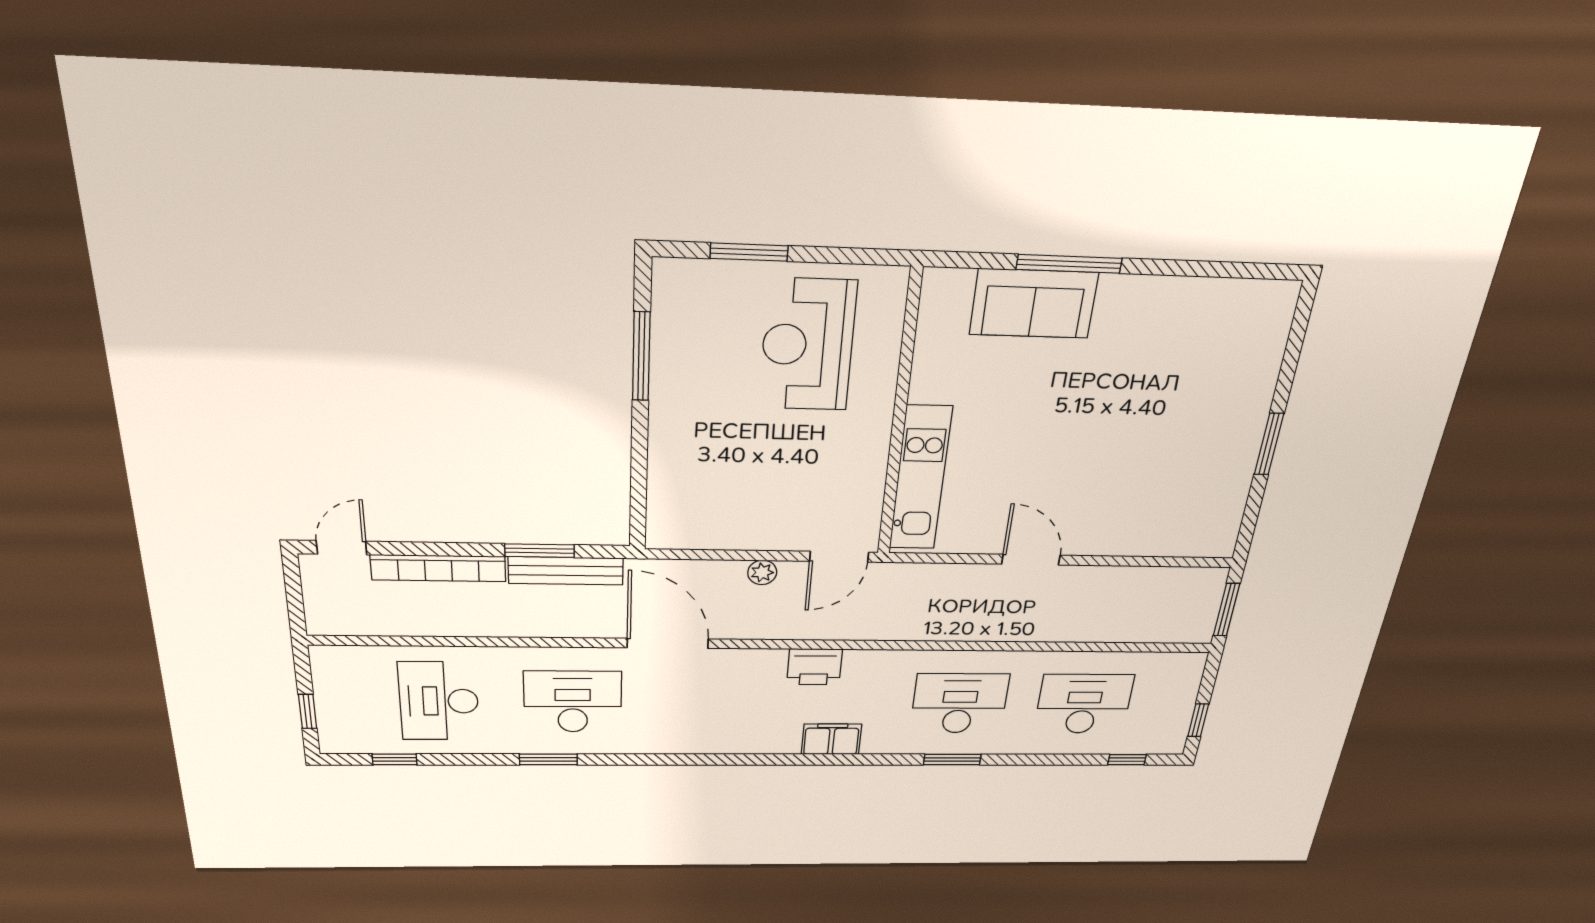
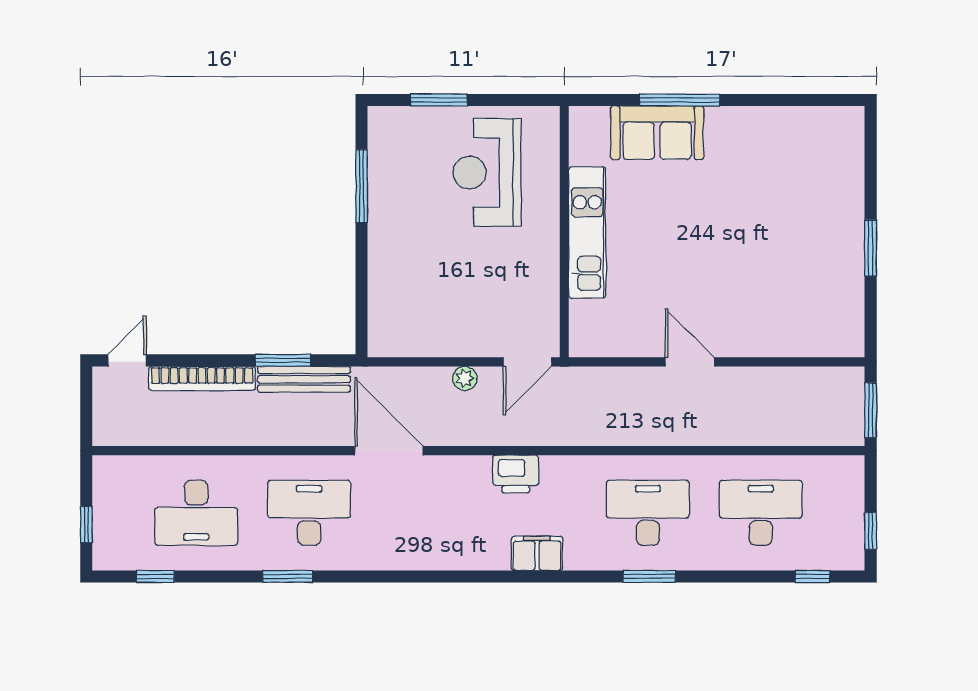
kitchen unit: (920, 478) -> (587, 233), moved
desk: (439, 701) -> (196, 513), turned -90

